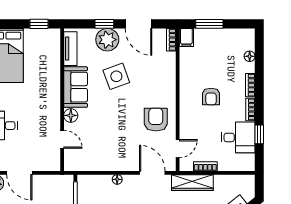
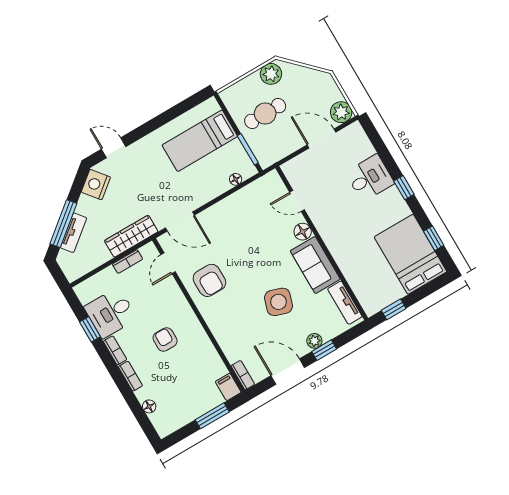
plant: (107, 40) -> (314, 341), width x0.53, depth x0.53
side table: (116, 76) -> (278, 302), turned 38
floor lamp: (117, 179) -> (236, 179), moved

